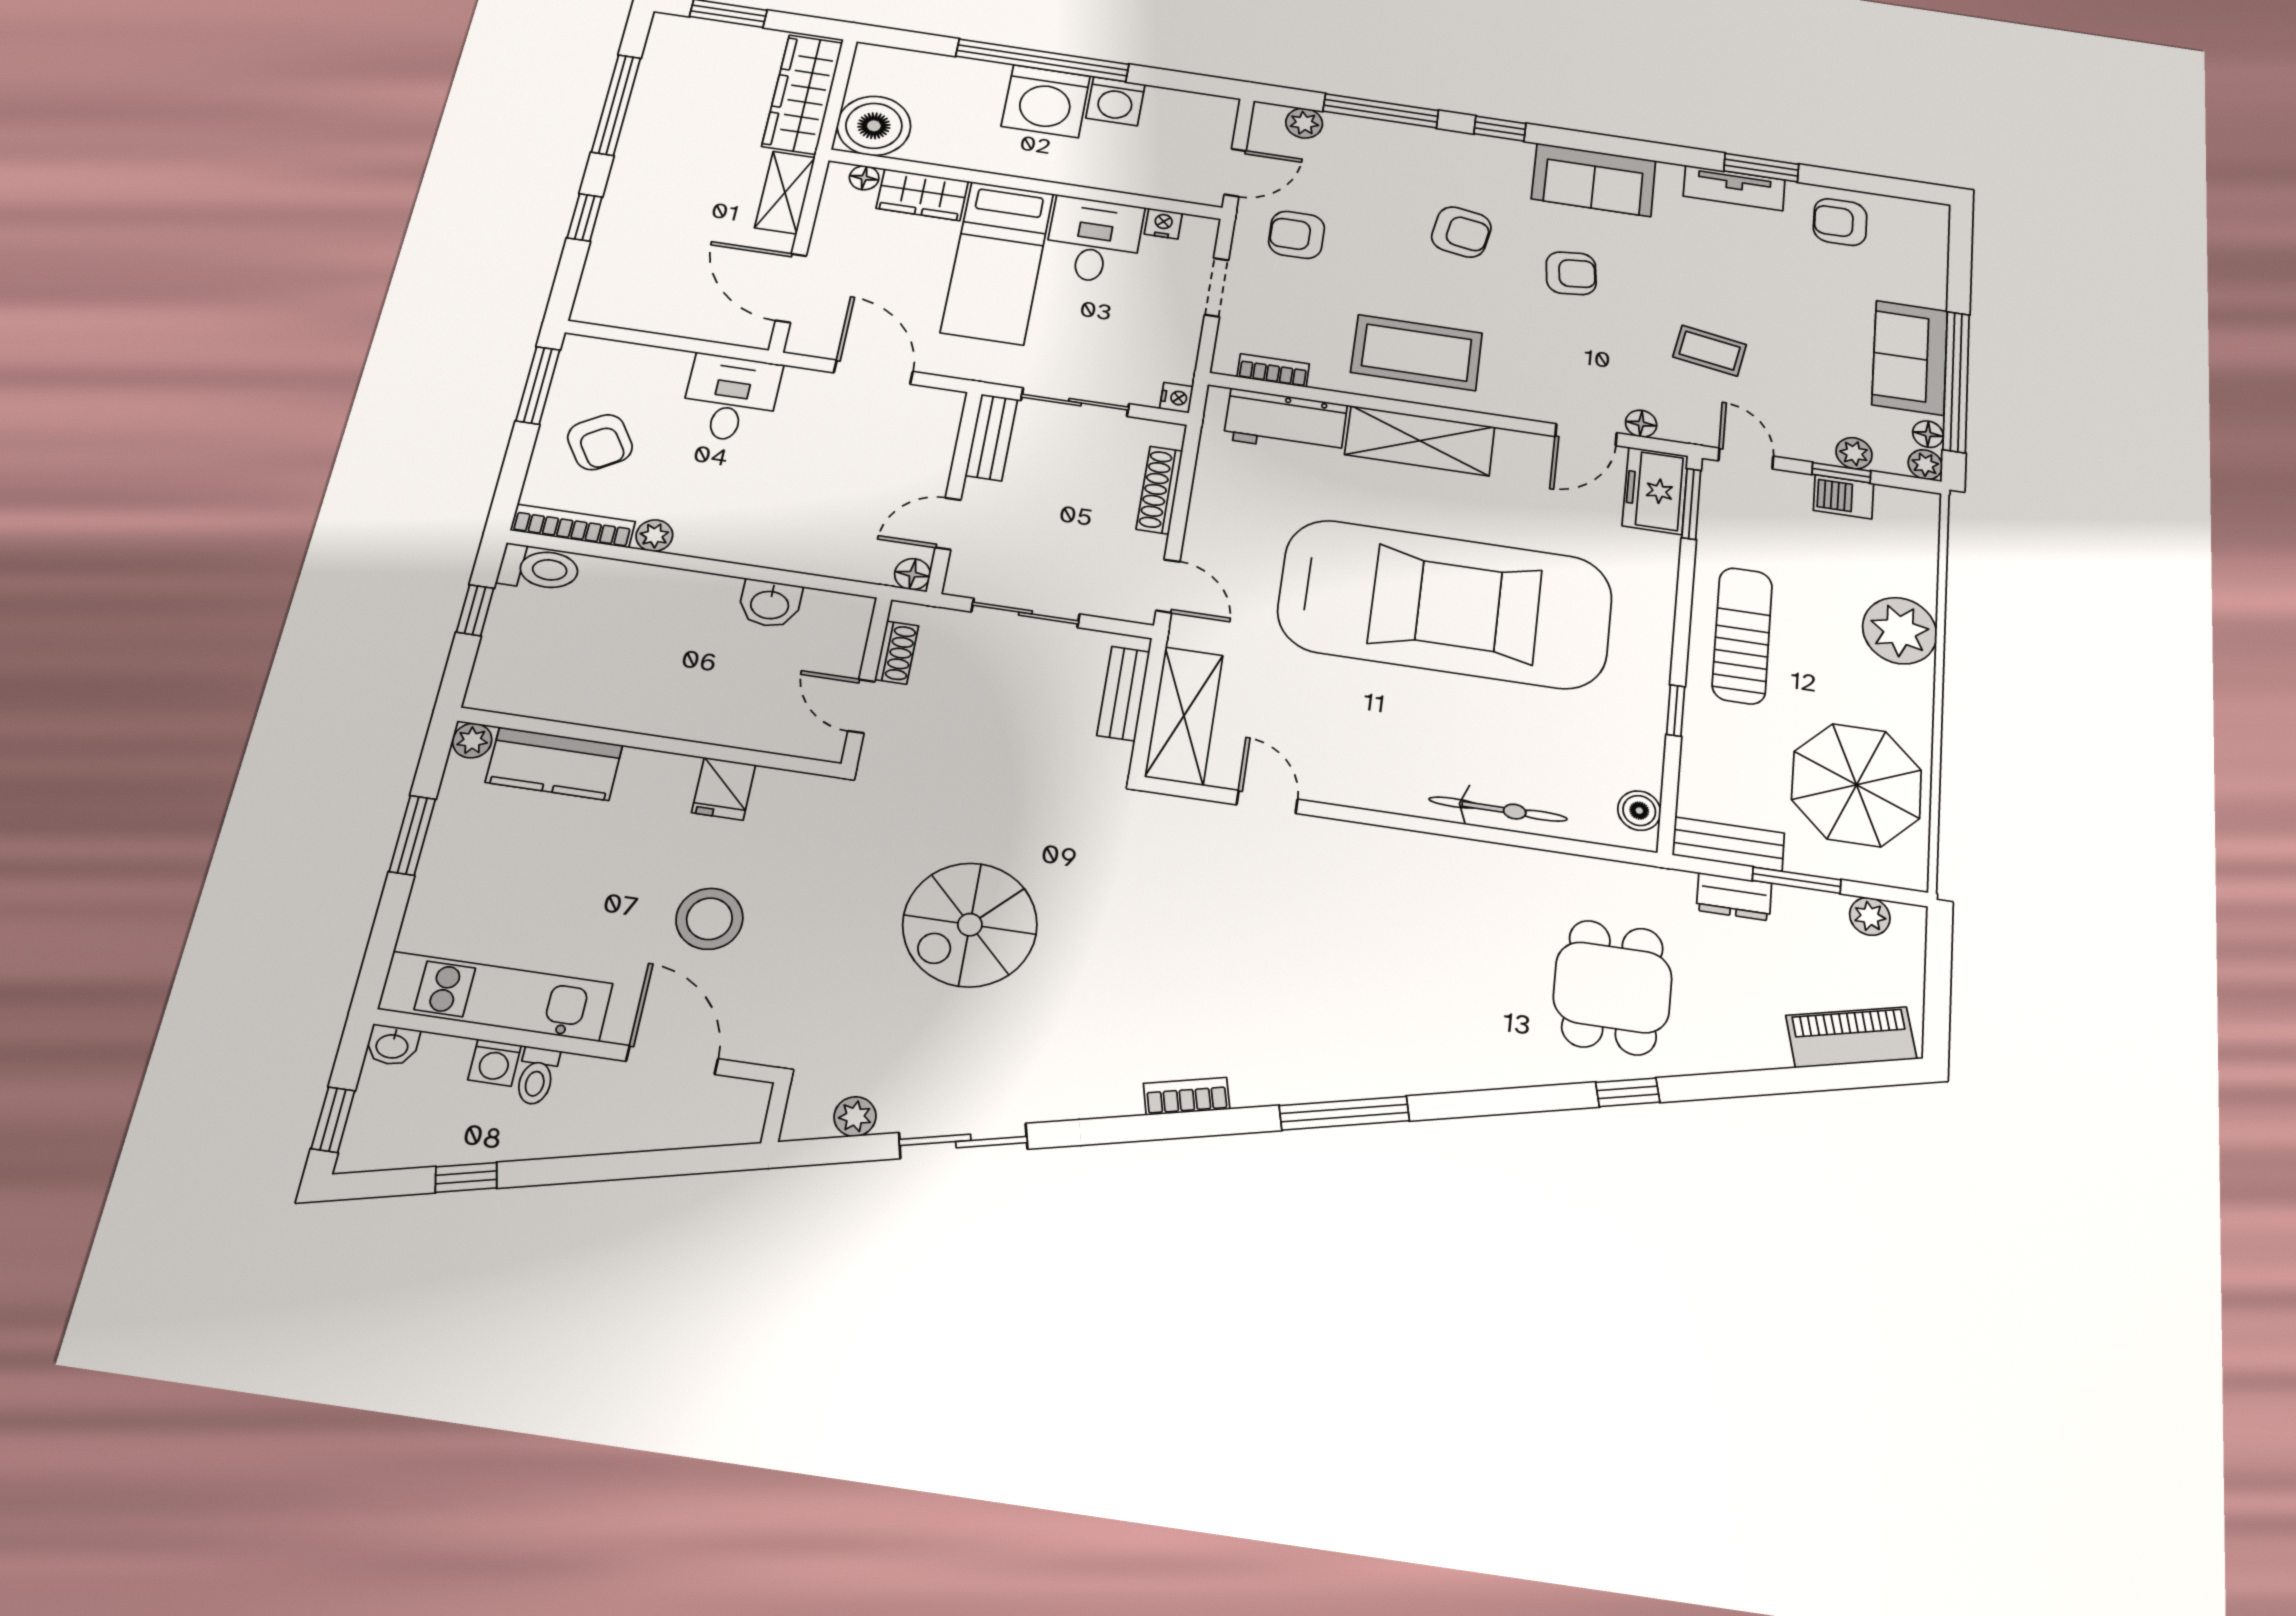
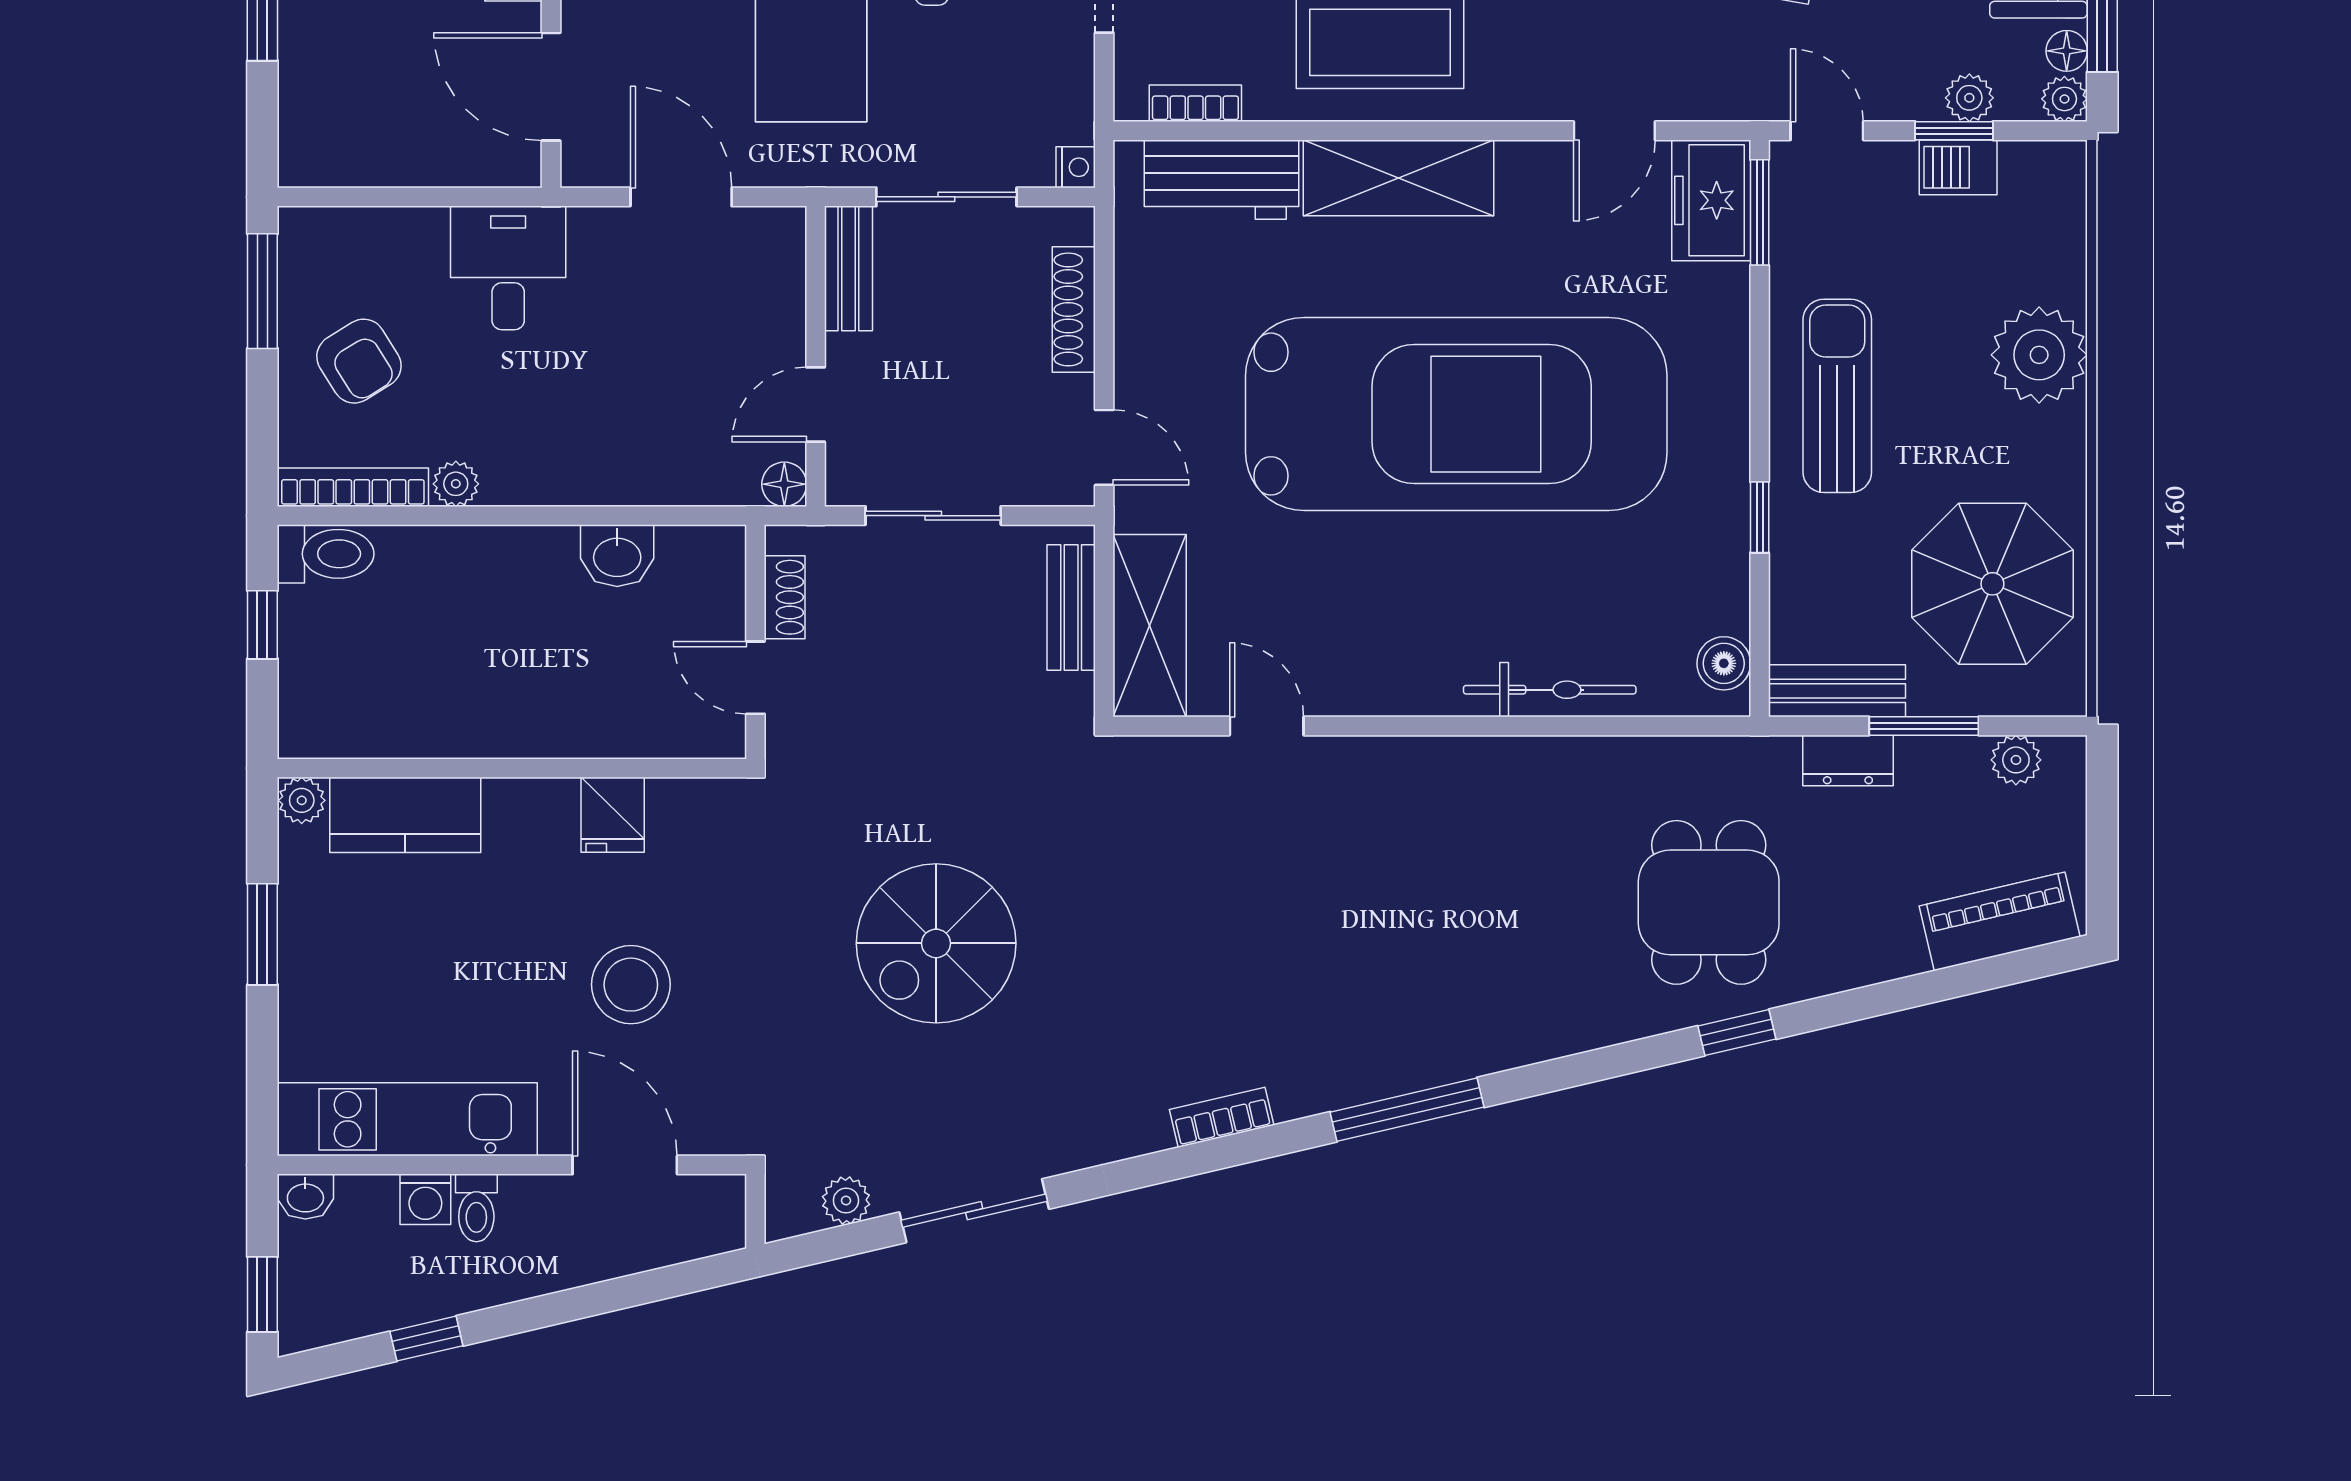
floor lamp: (1641, 424) -> (1685, 101), removed

